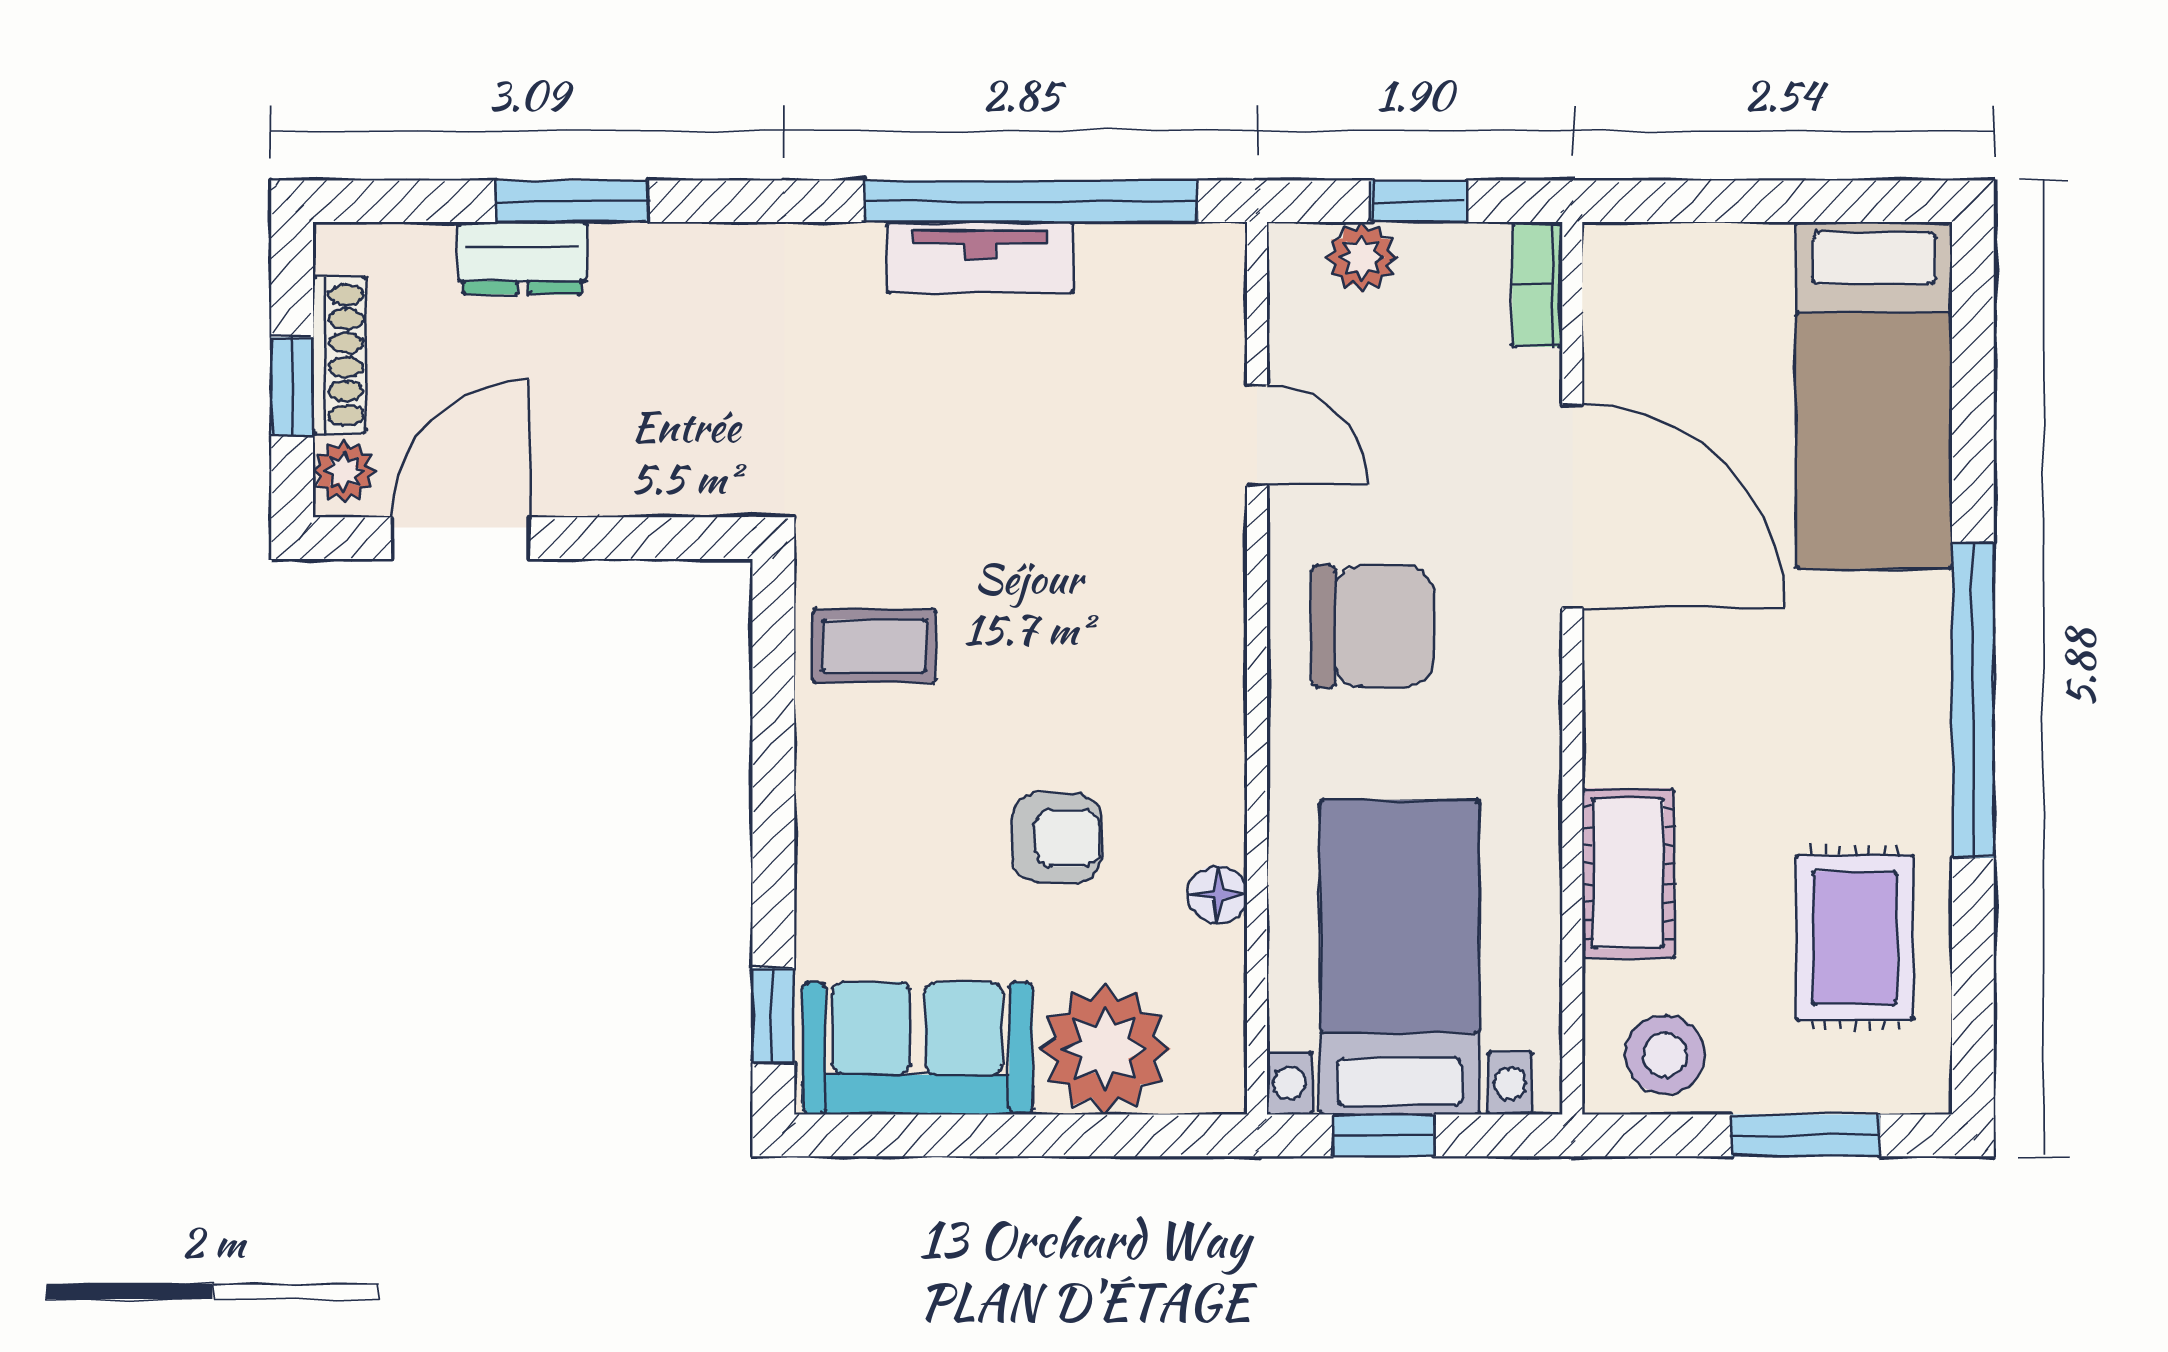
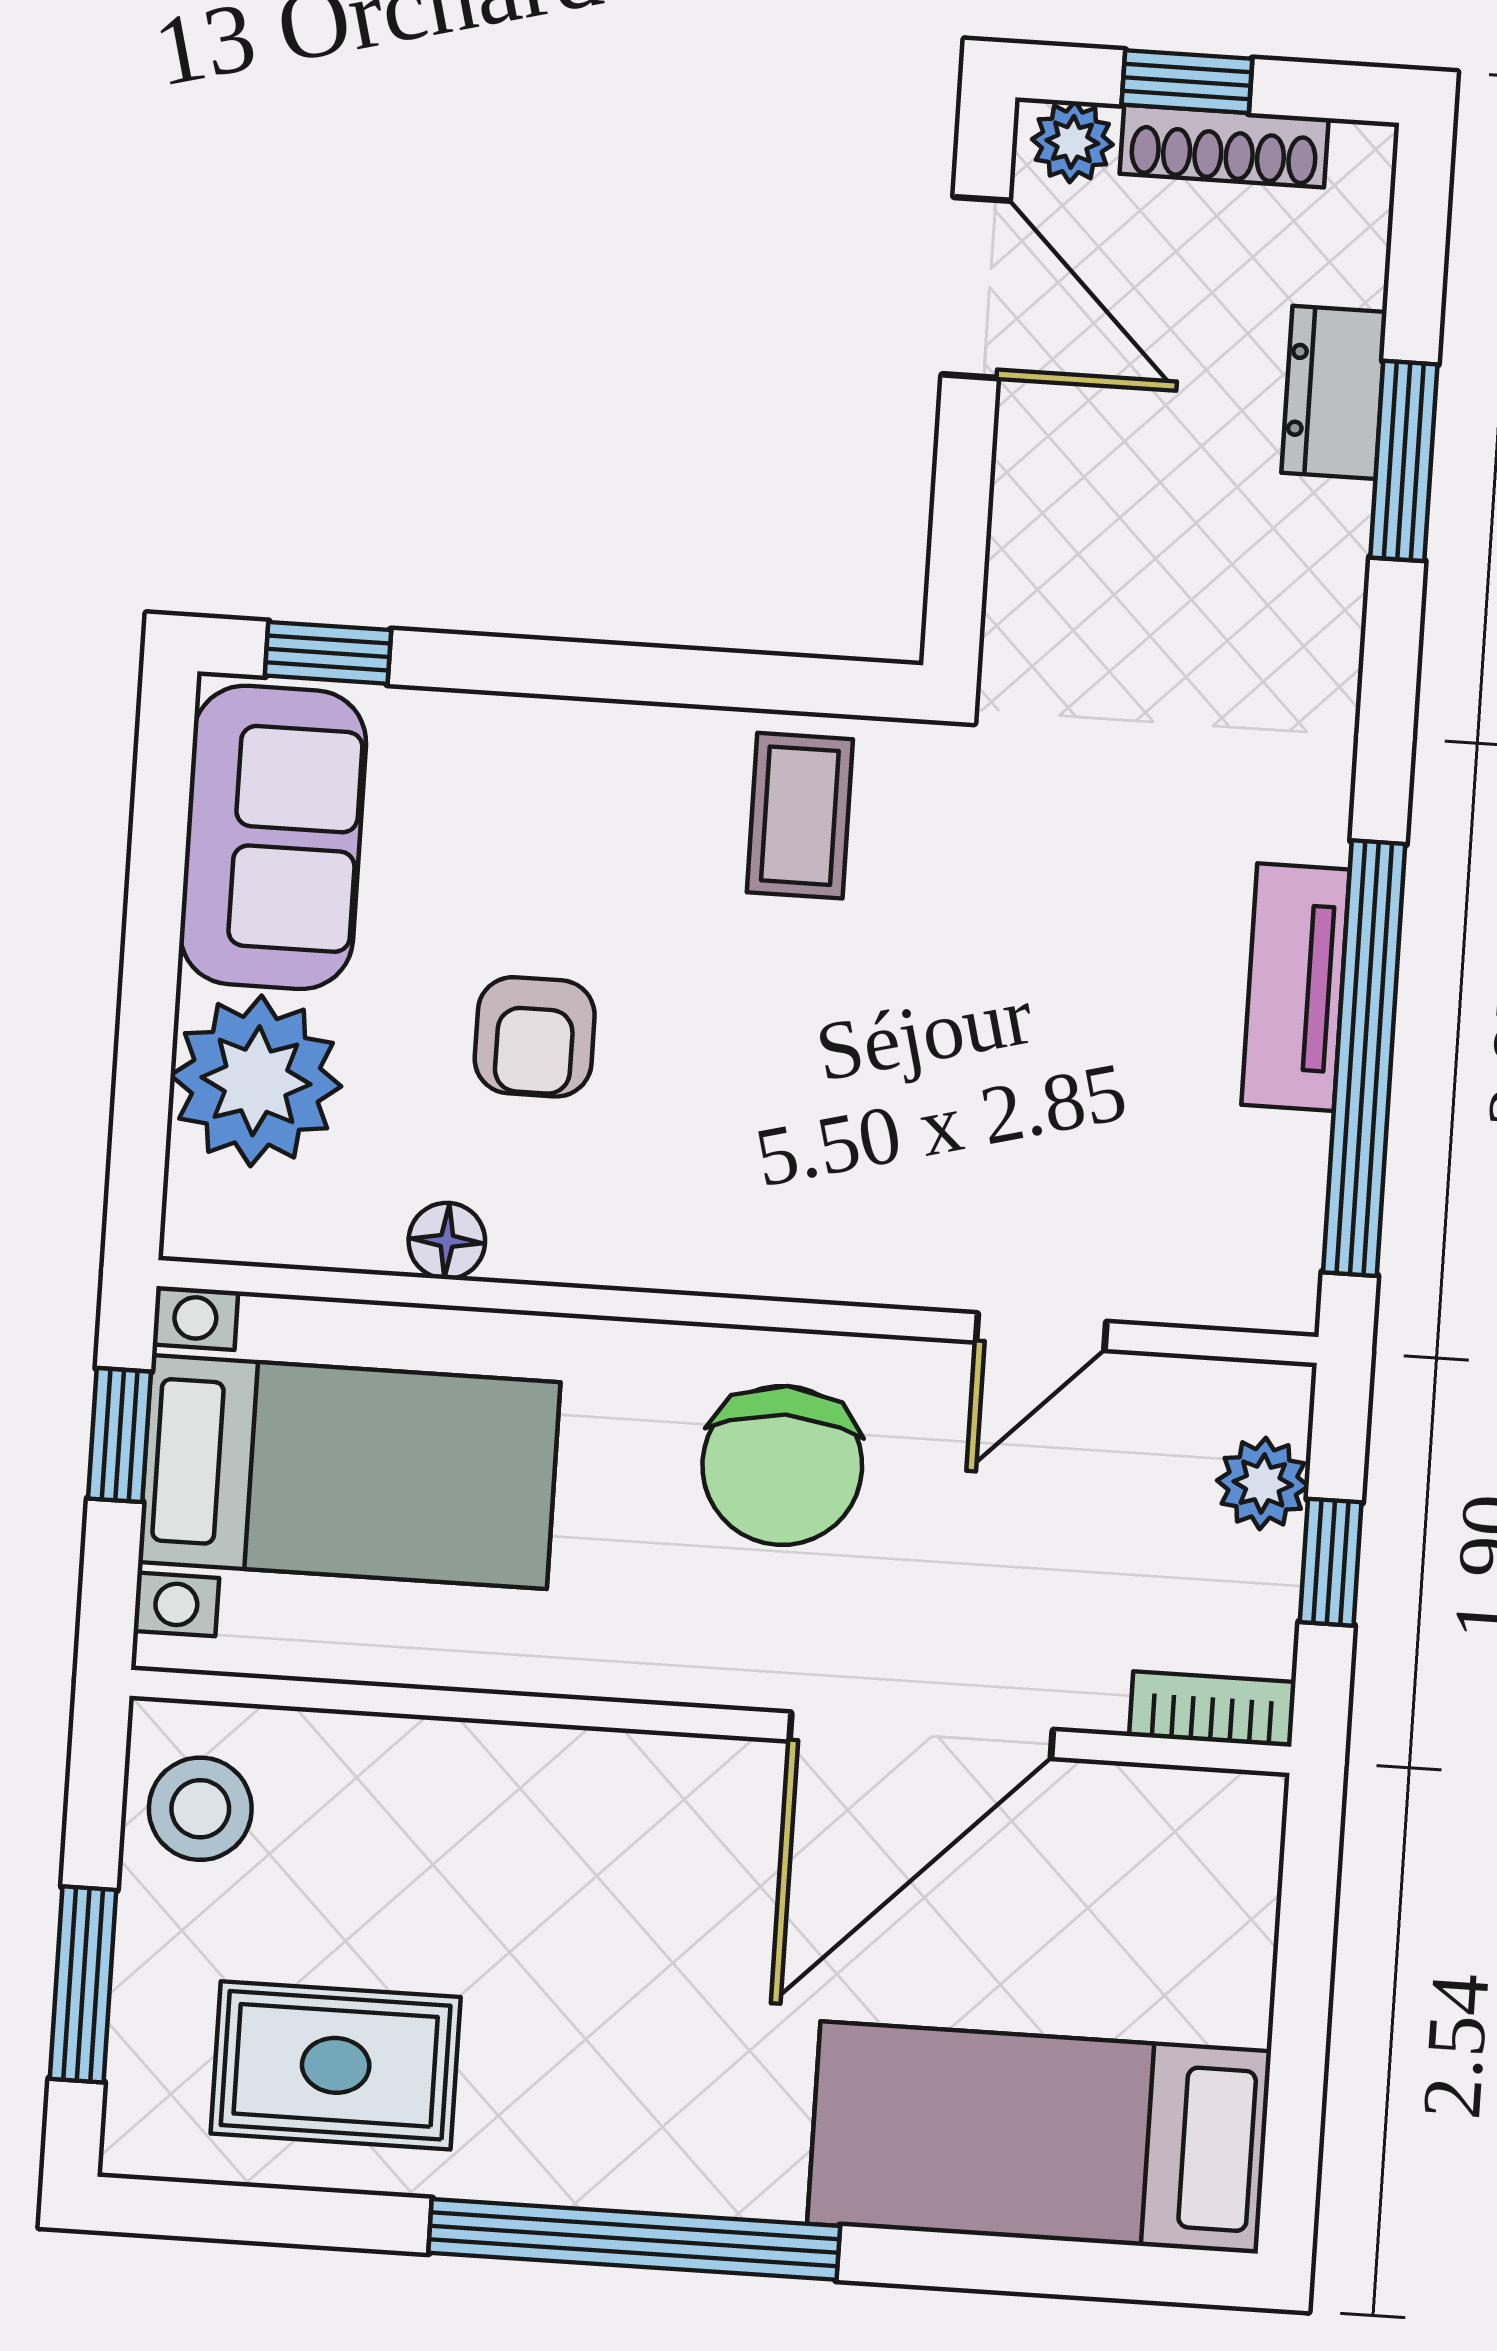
cot: (1628, 873) -> (439, 1777), removed

